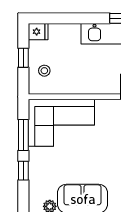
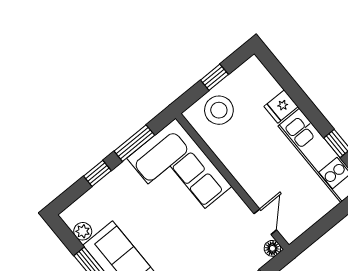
fridge: (38, 32) -> (281, 106), moved, turned 90
stool: (44, 71) -> (219, 110), width x1.89, depth x1.89

